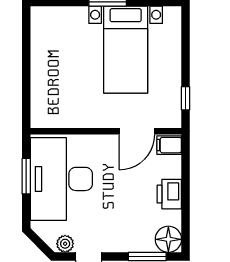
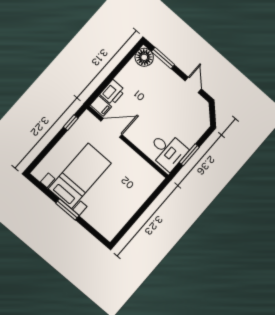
desk: (61, 179) -> (167, 151), width x0.53, depth x0.77
printer: (169, 194) -> (113, 92), moved
plant: (65, 244) -> (200, 102), removed

